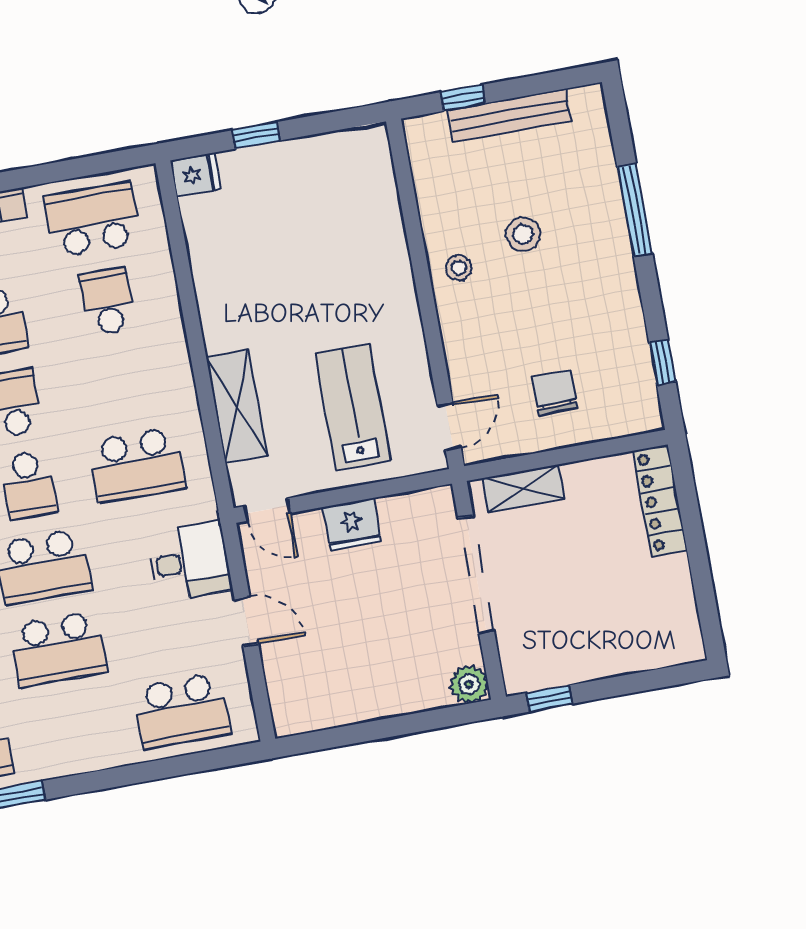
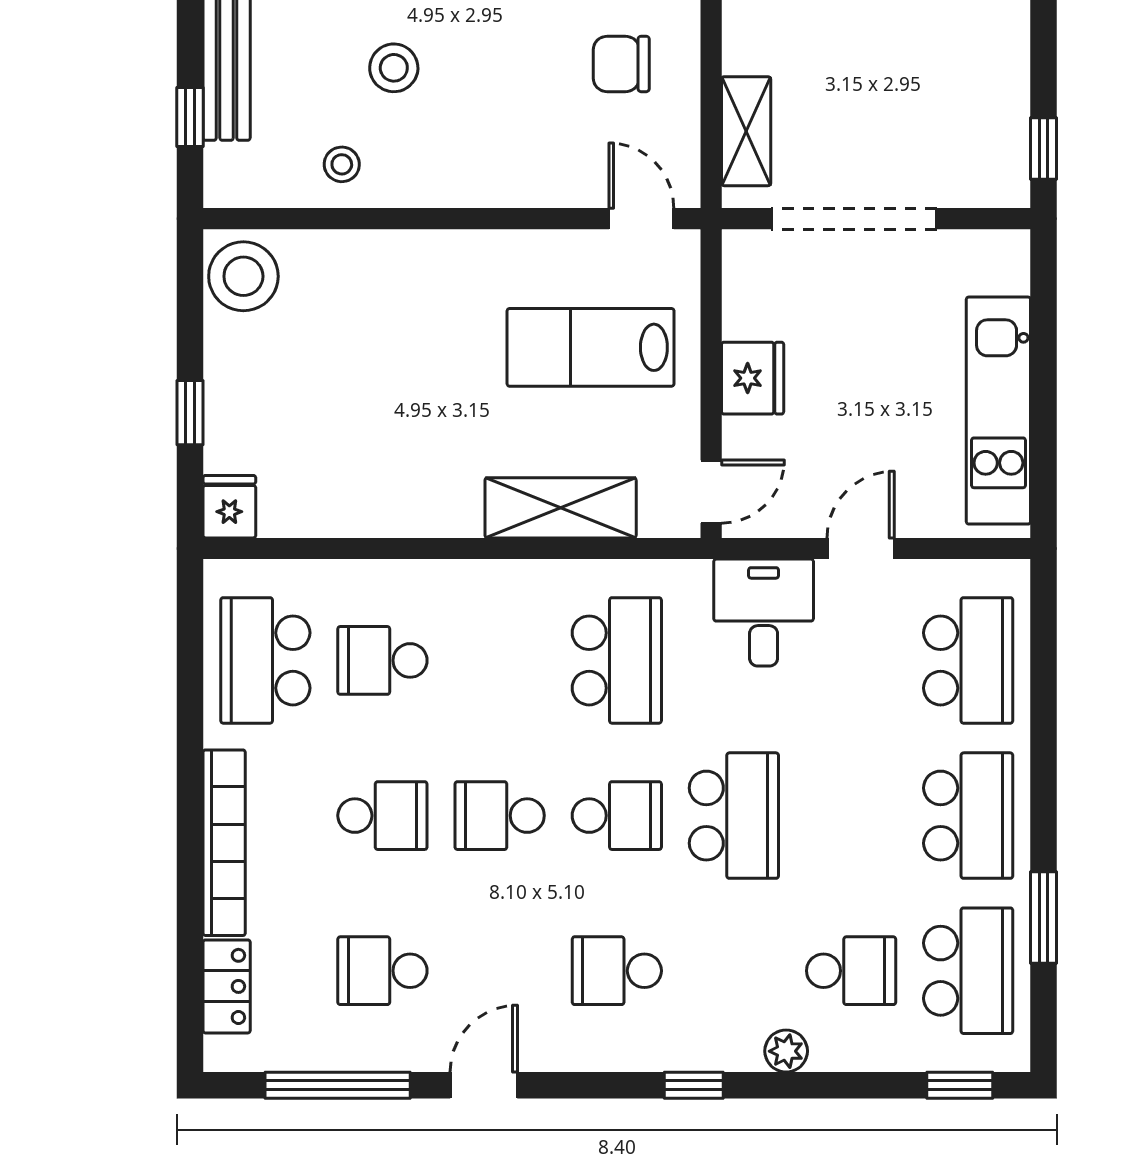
stool: (358, 155) -> (243, 276), added
stool: (459, 268) -> (342, 164), moved
school desk: (58, 649) -> (968, 816), moved
plant: (469, 684) -> (1004, 256), removed
kitchen unit: (360, 700) -> (998, 411), added

